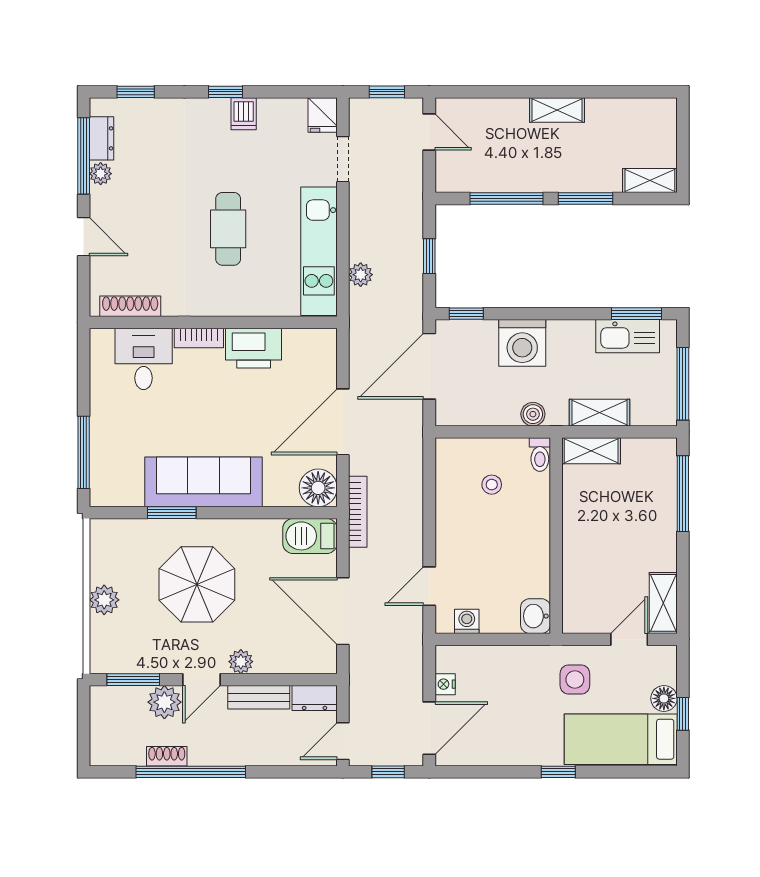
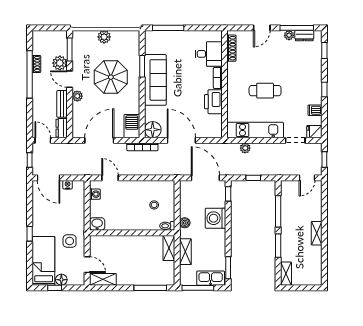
dishwasher: (244, 114) -> (315, 110), moved
kitchen sink: (628, 336) -> (211, 278), moved, turned 90

